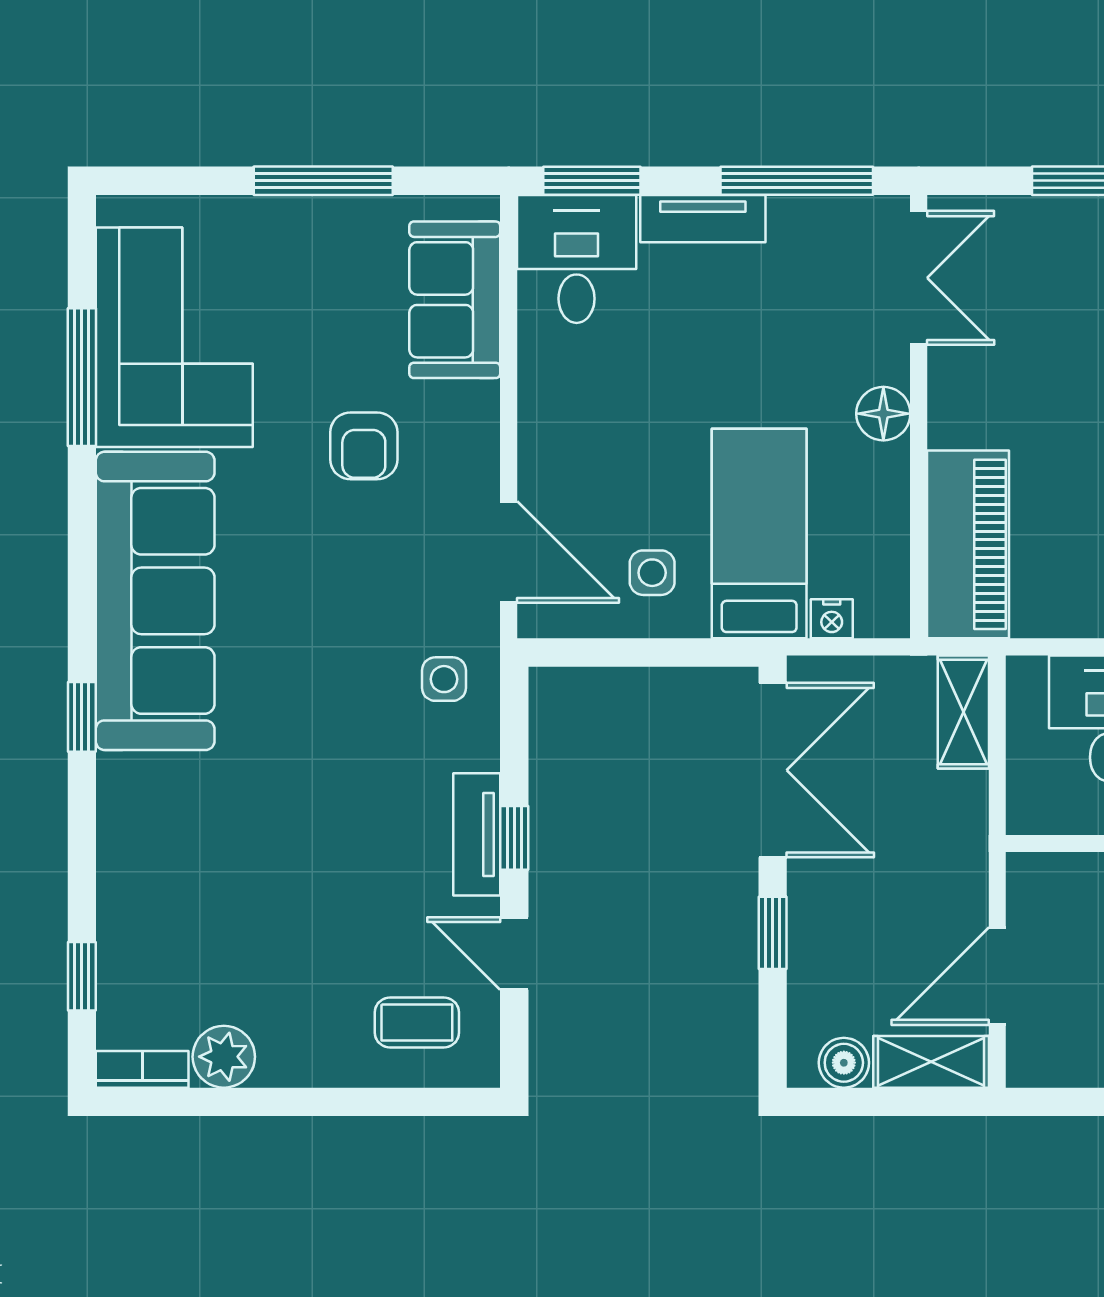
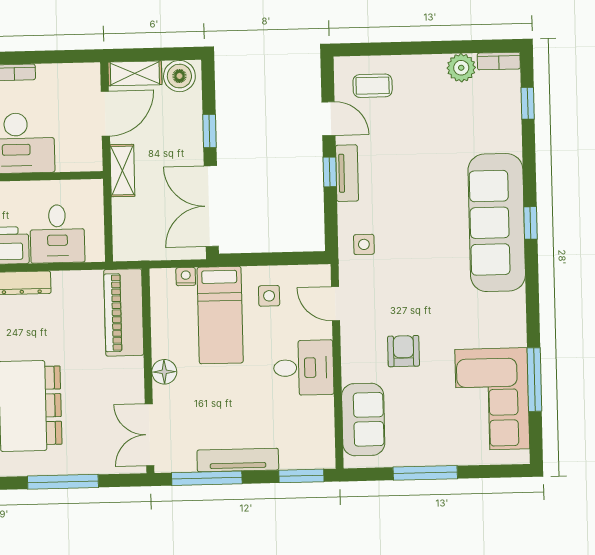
tv unit: (703, 219) -> (238, 460), width x1.41
desk: (577, 259) -> (304, 368), moved, turned -90
door: (509, 552) -> (336, 304), width x0.73
sofa: (155, 601) -> (497, 223), moved
shelving: (963, 712) -> (122, 171), moved
boiler: (844, 1063) -> (179, 76), width x1.36, depth x1.36

